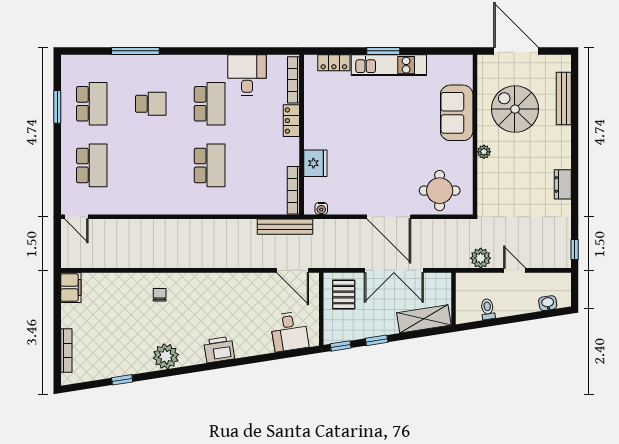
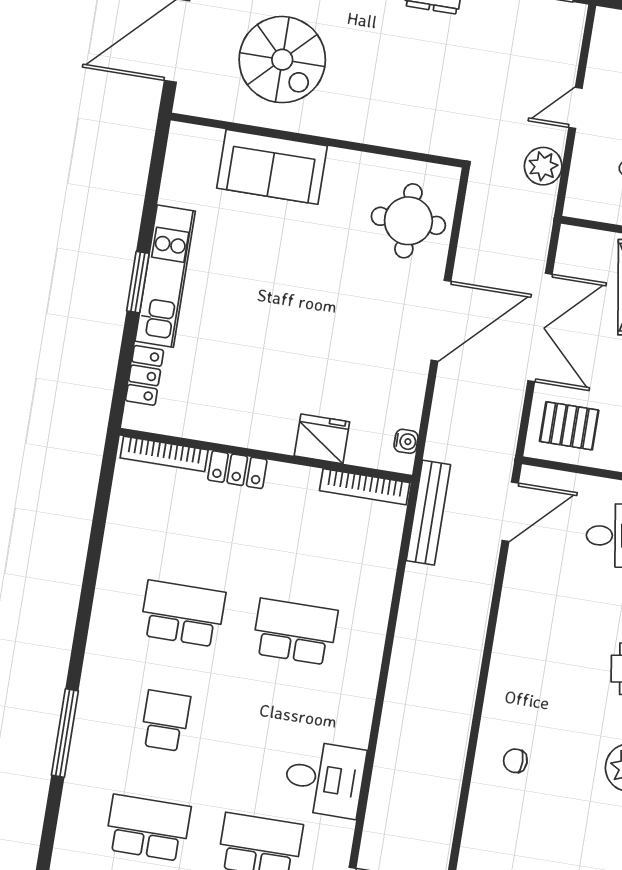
desk: (247, 75) -> (324, 779), moved, turned 180
spiral stairs: (515, 109) -> (282, 60), turned -90
plant: (484, 152) -> (351, 129), removed

